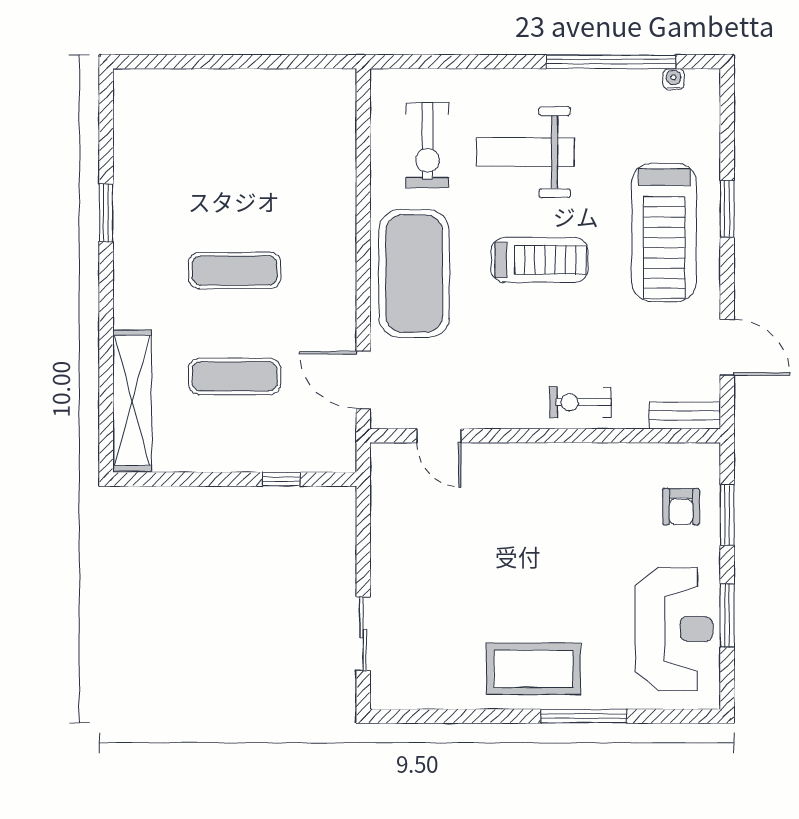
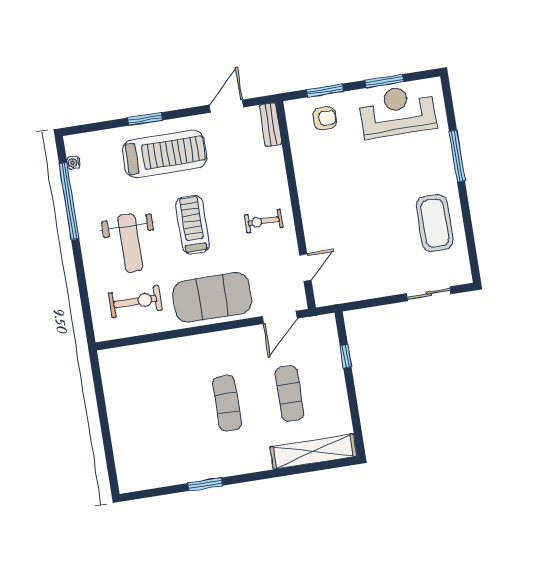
exercise bike: (581, 402) -> (264, 221), moved, turned 90
coffee table: (533, 669) -> (435, 223), moved

